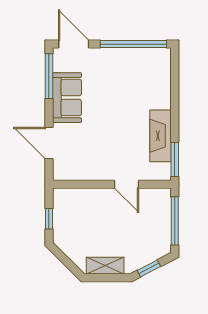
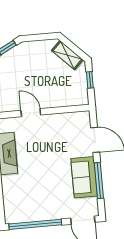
window: (49, 76) -> (99, 181), moved
shelving: (105, 266) -> (67, 55), moved, turned 45

